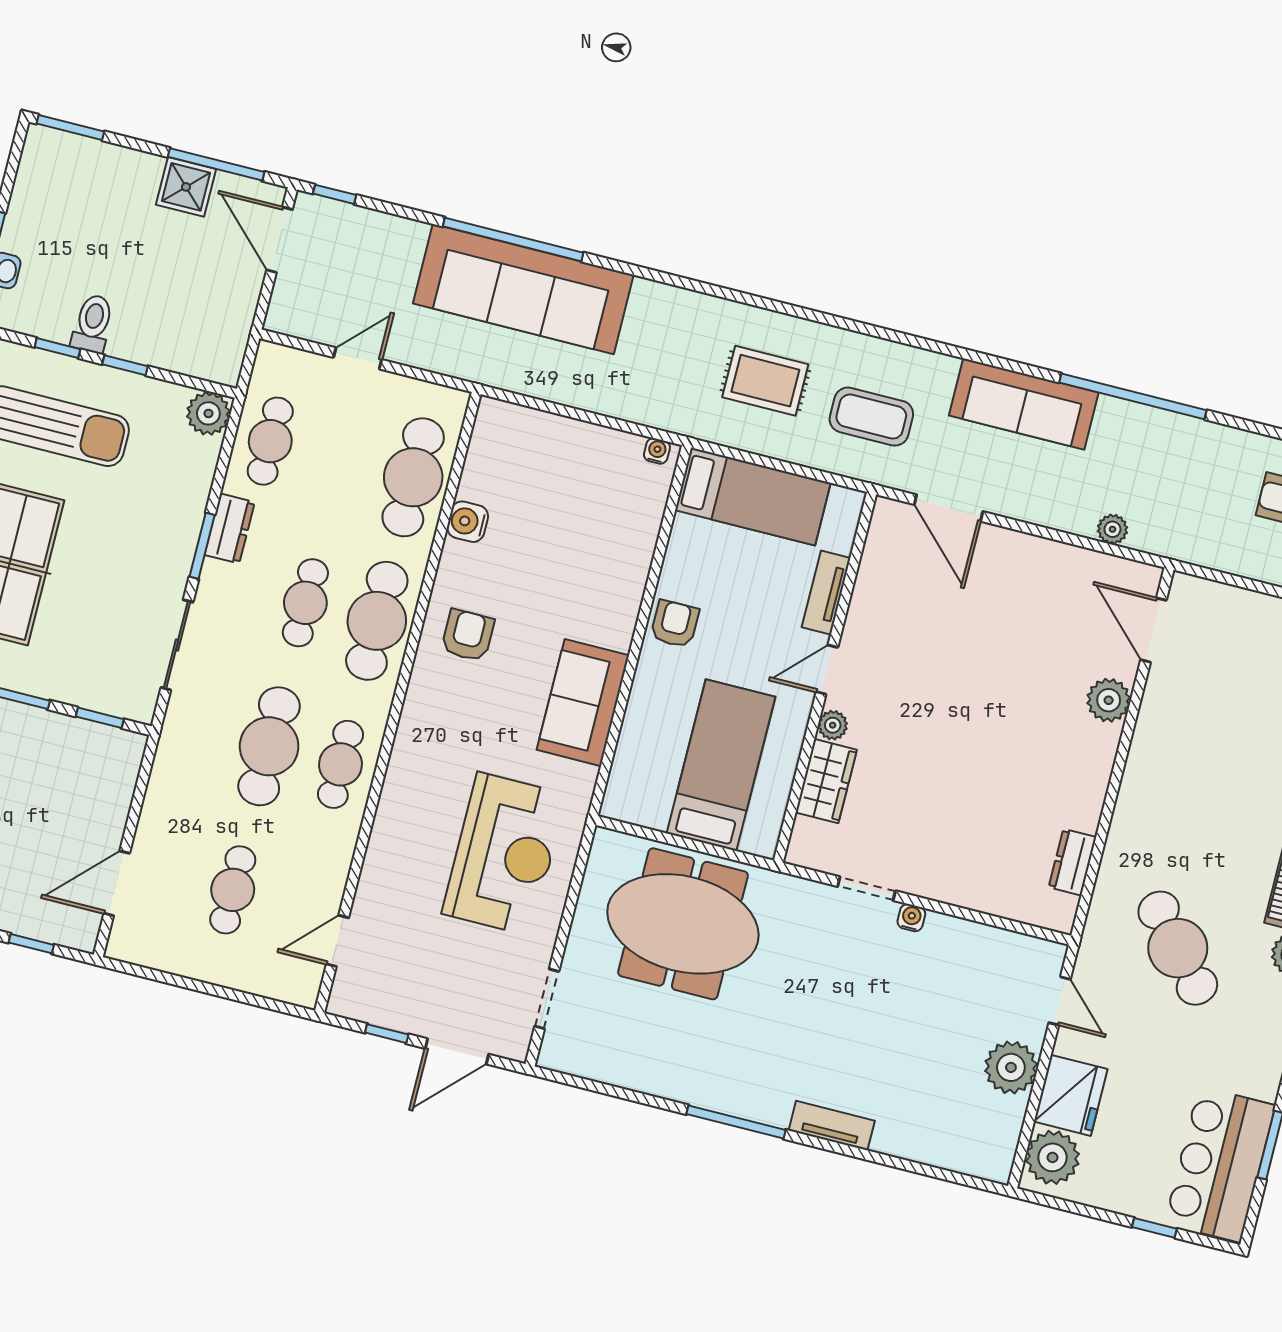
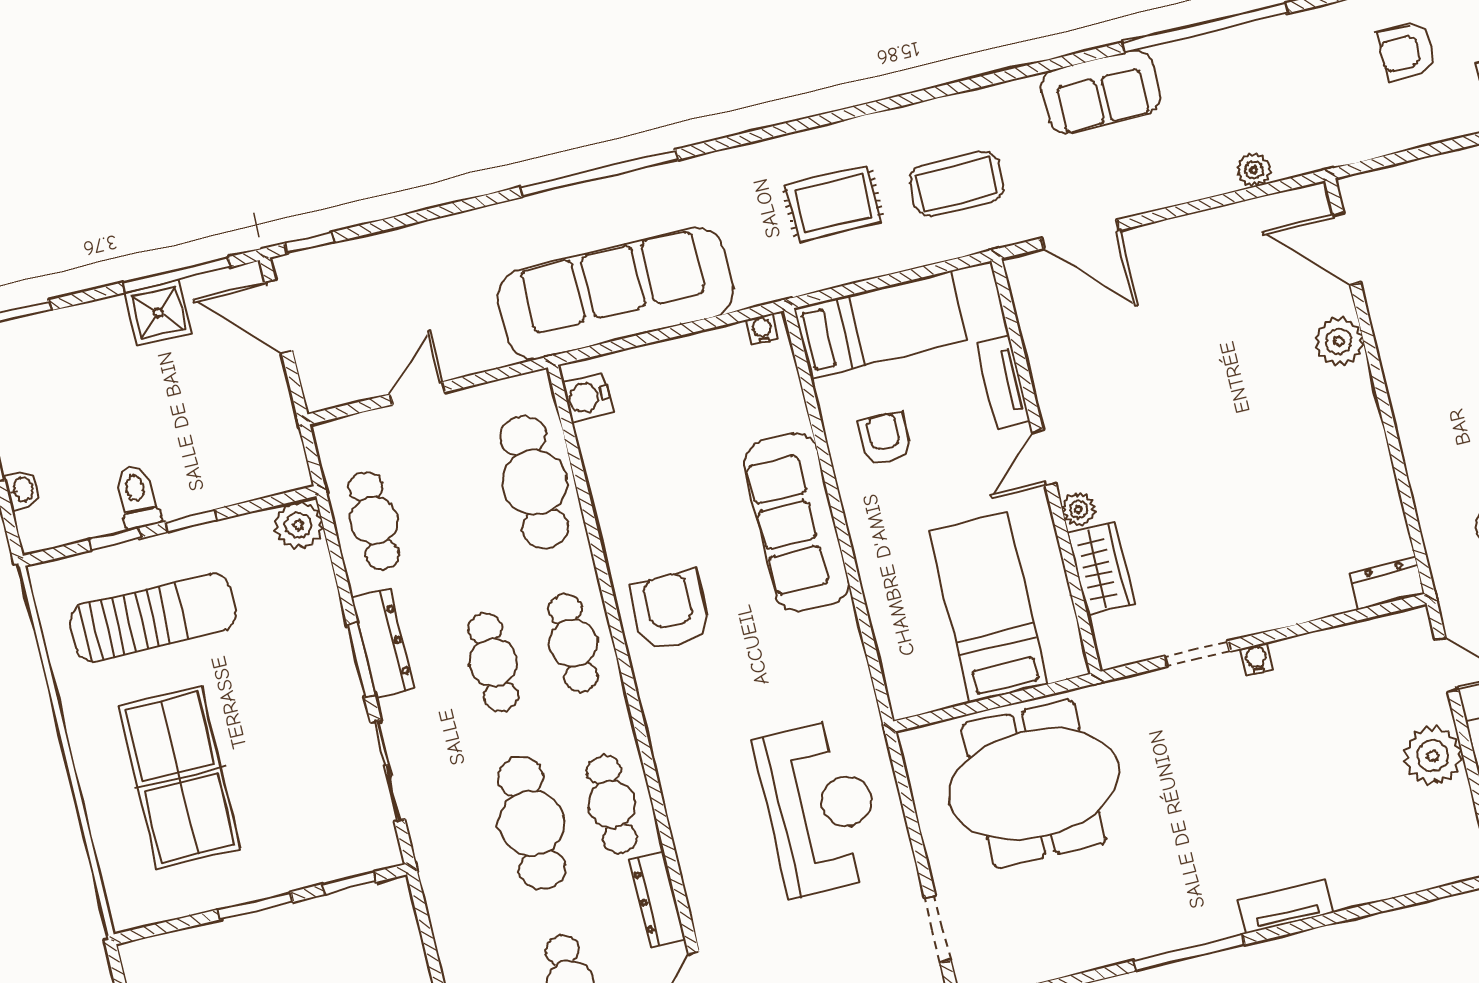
window: (513, 240) -> (599, 173), moved
sofa: (523, 289) -> (615, 293), moved, turned 180
sofa: (1024, 404) -> (1101, 92), width x0.73
water cooler: (468, 522) -> (587, 397), moved
dresser: (230, 529) -> (383, 643), width x1.44
cafe table: (377, 621) -> (573, 643), width x0.73, depth x0.74
armchair: (675, 624) -> (885, 438), moved
armchair: (468, 635) -> (671, 610), width x1.38, depth x1.38
sofa: (583, 703) -> (797, 523), moved, width x1.36
dresser: (337, 859) -> (657, 899), added
dresser: (1072, 862) -> (1387, 583), moved, turned 90

